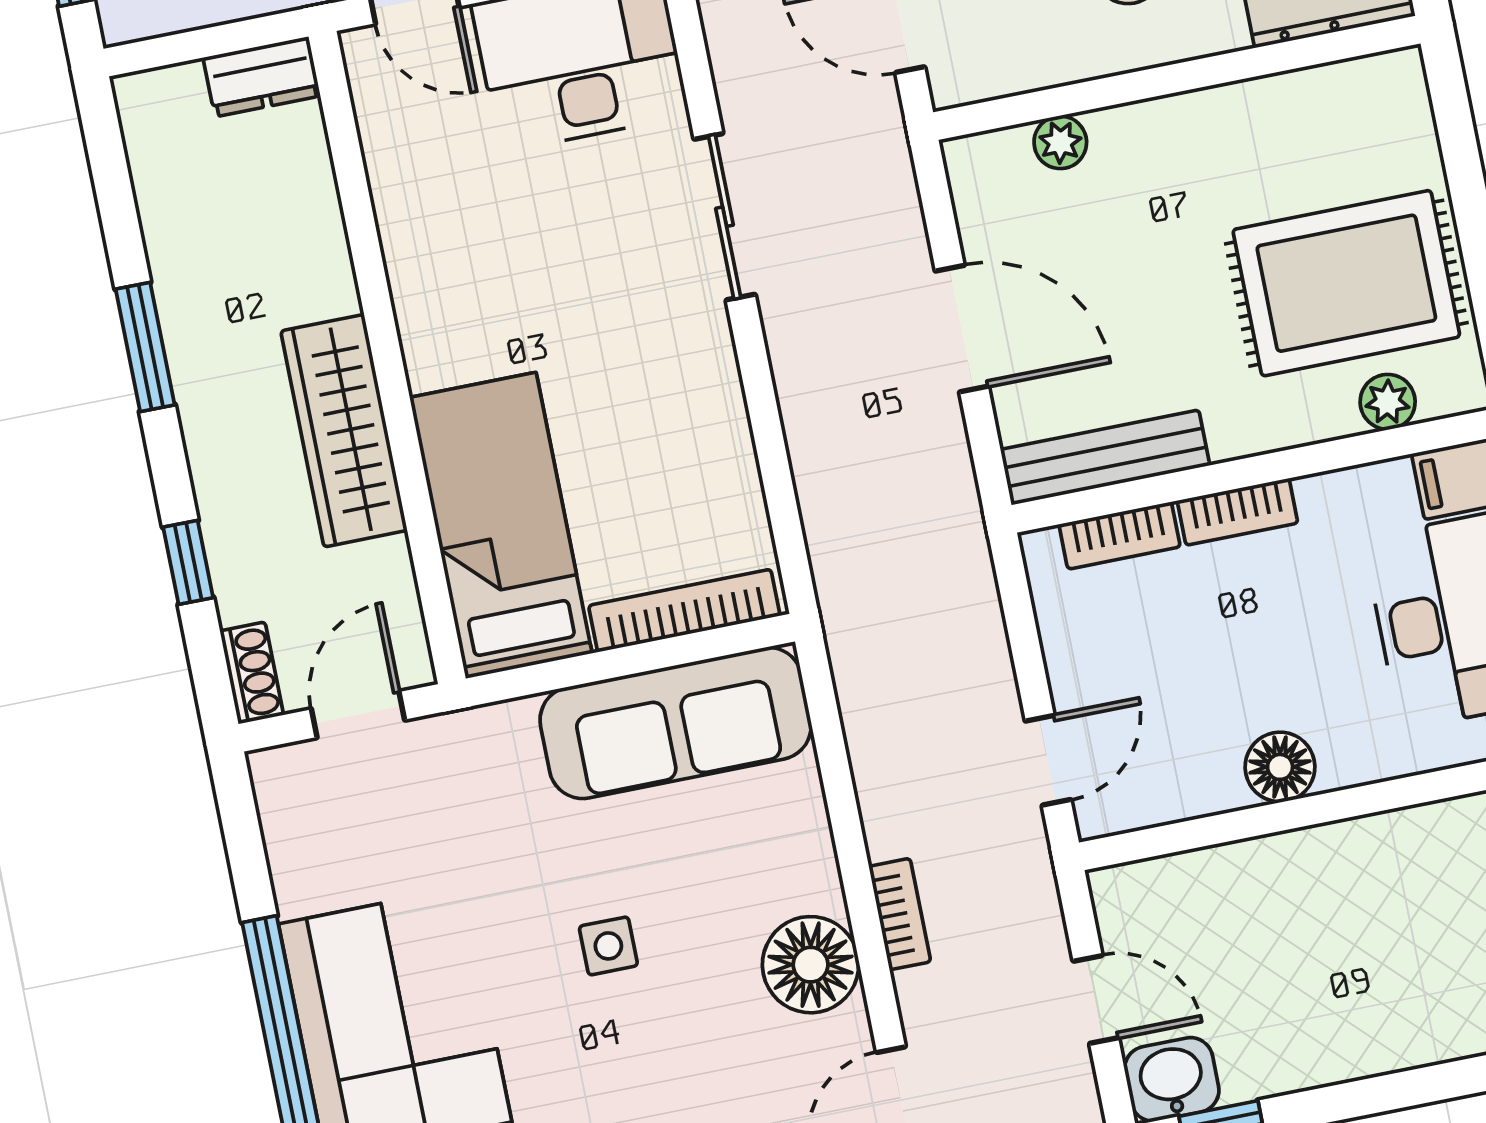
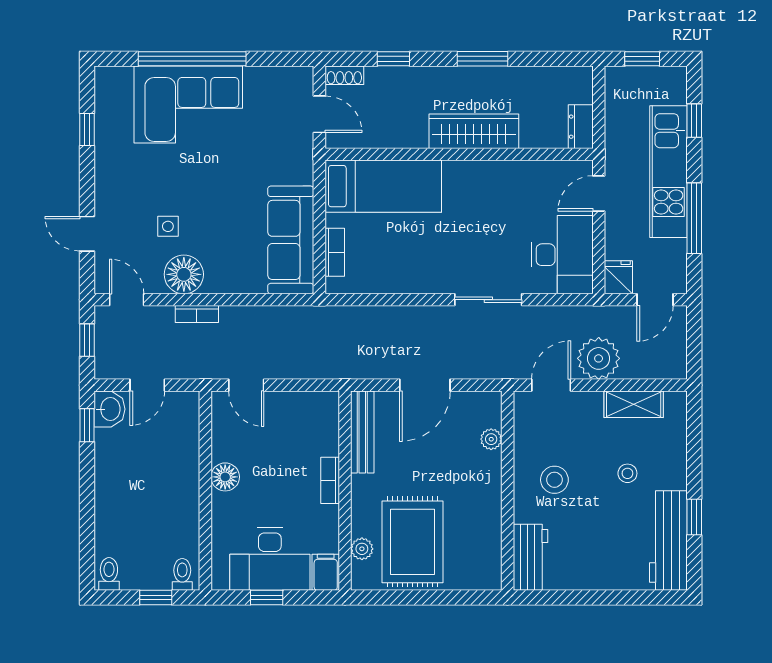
wardrobe: (344, 431) -> (474, 131), moved
bookcase: (1120, 536) -> (330, 432), removed
bookcase: (684, 611) -> (335, 252), width x0.64
side table: (608, 946) -> (168, 226), moved

